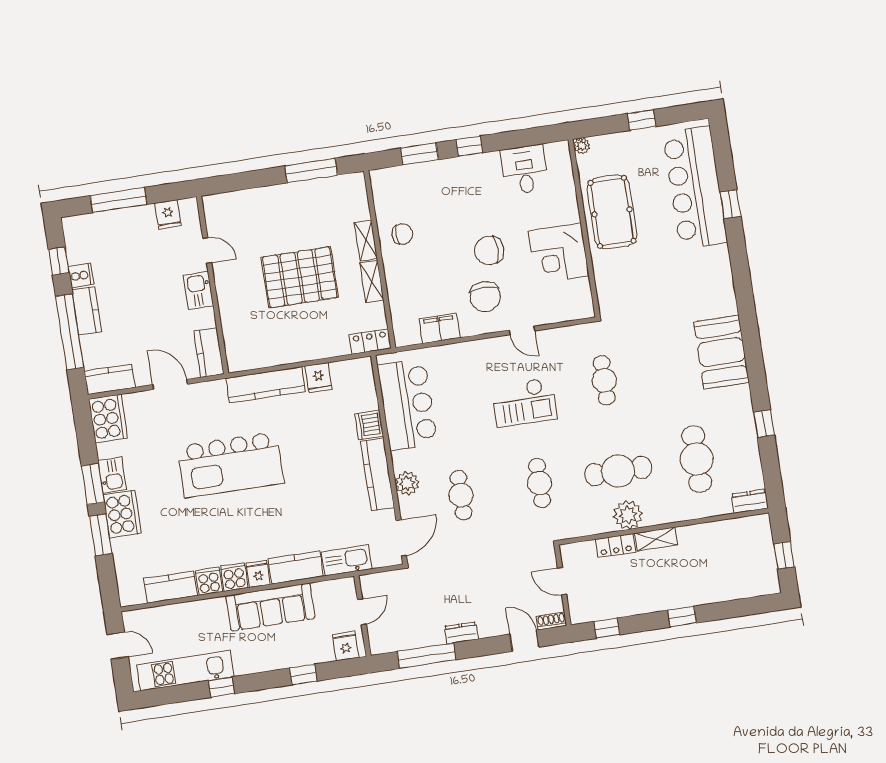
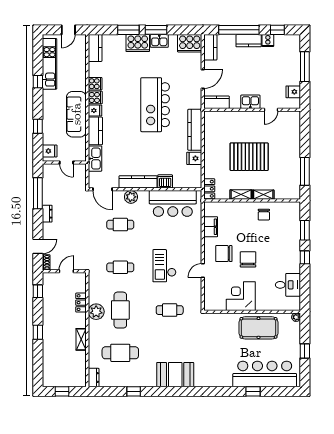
pallet: (300, 277) -> (249, 157), turned 90
shelving: (656, 539) -> (81, 339), moved
kitchen counter: (171, 587) -> (95, 48), moved

